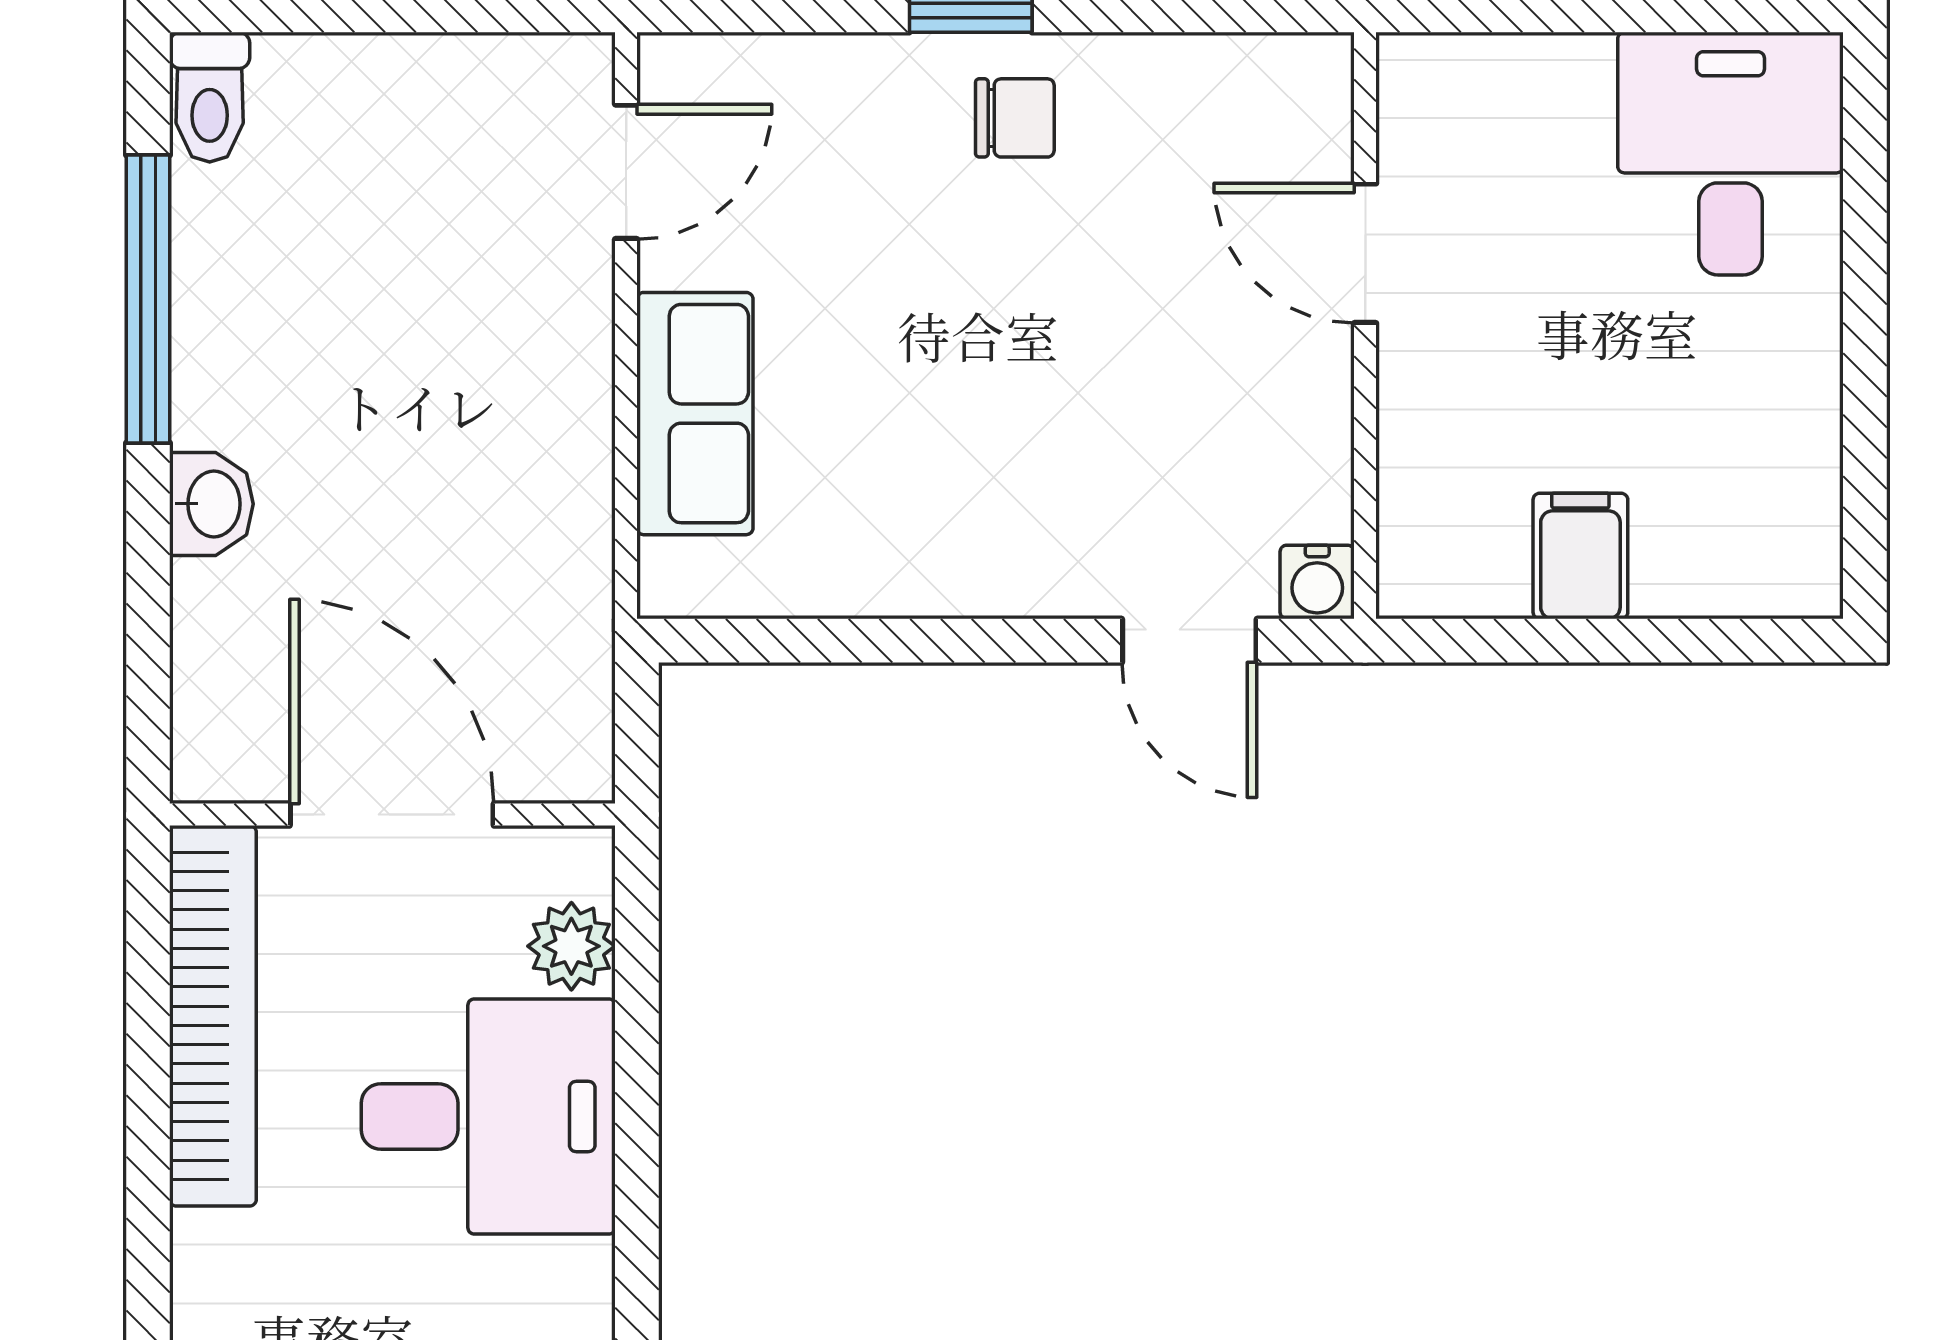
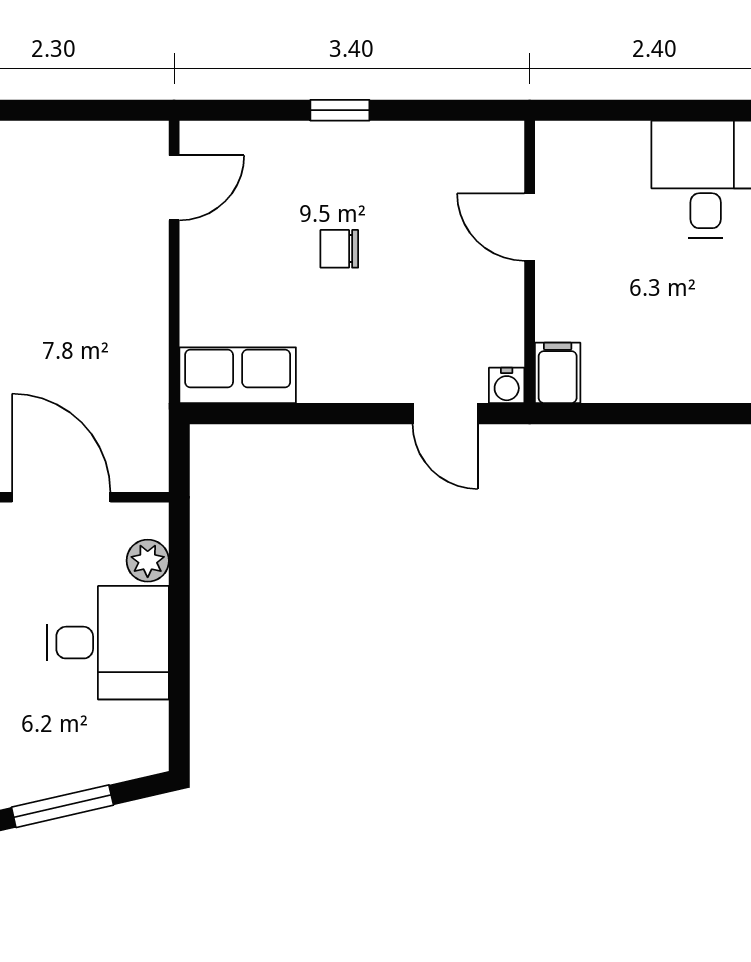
chair: (1015, 118) -> (339, 249), moved, turned 180
row of seats: (695, 414) -> (238, 375), moved, turned -90
filing cabinet: (1580, 556) -> (558, 373), moved

